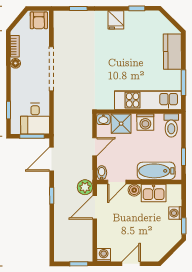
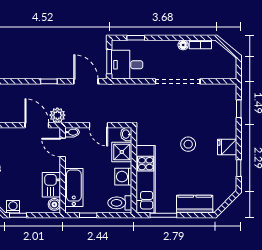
armchair: (39, 20) -> (227, 69), removed
stool: (113, 58) -> (188, 144), added
boiler: (134, 190) -> (54, 204), moved
washing machine: (175, 213) -> (13, 207), moved

